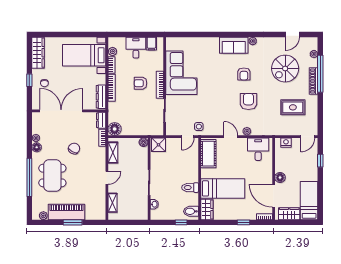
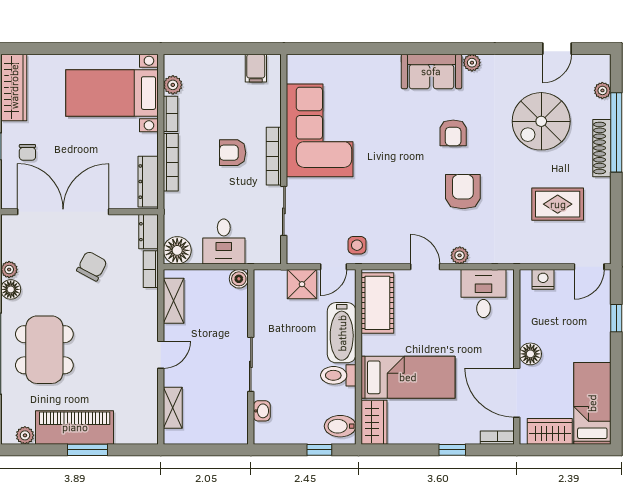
desk: (136, 48) -> (224, 242), moved, turned 180
shower: (159, 145) -> (302, 284), moved
chair: (74, 149) -> (92, 266), moved
bathtub: (192, 168) -> (342, 333), added

